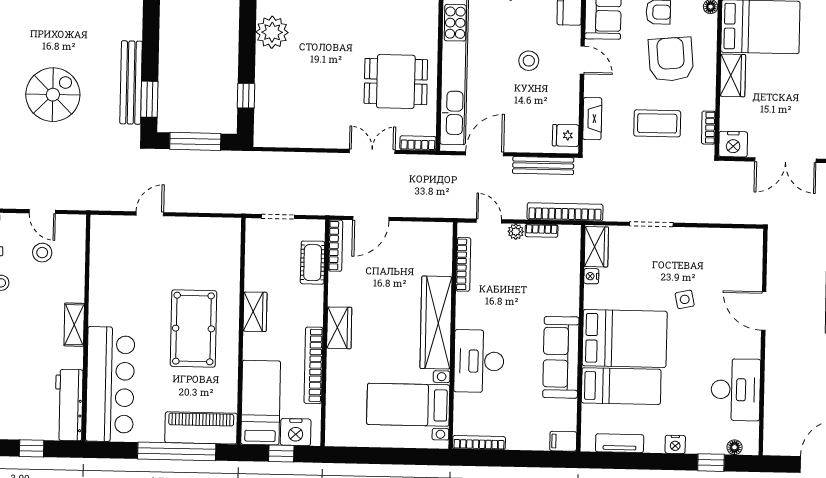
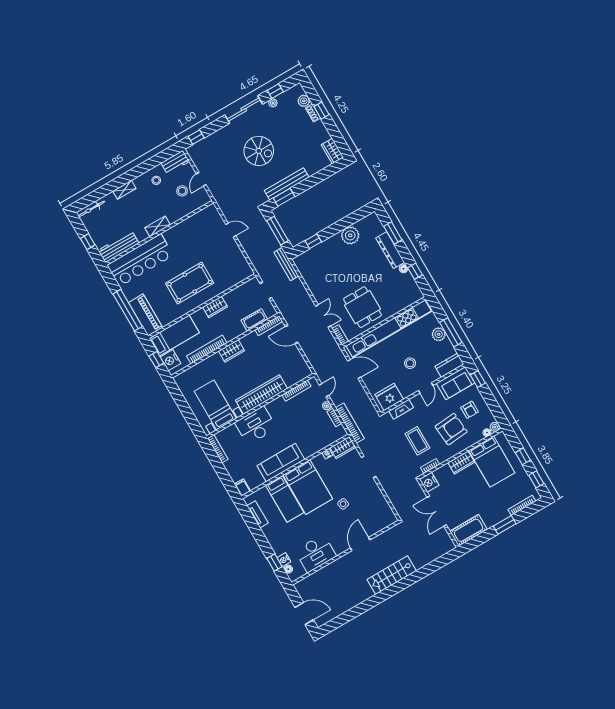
fridge: (566, 135) -> (389, 397), width x1.88, depth x1.34
bench: (543, 166) -> (286, 264), moved
nightstand: (675, 444) -> (284, 560), moved

